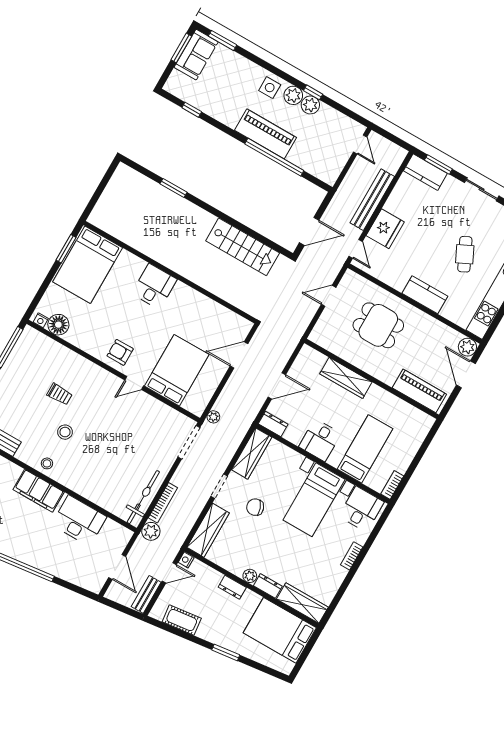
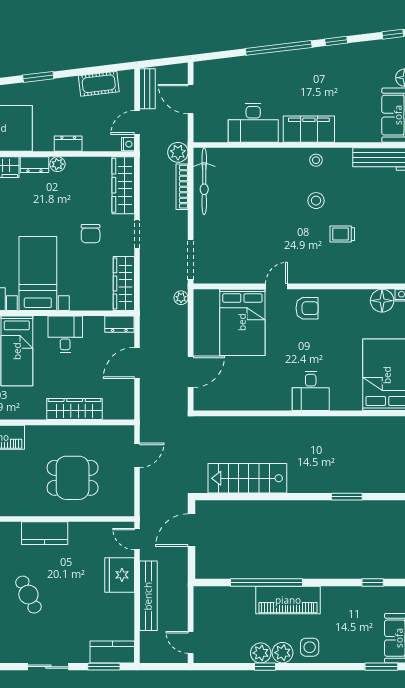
door: (329, 296) -> (137, 455), moved
chair: (255, 507) -> (91, 234), turned 110

